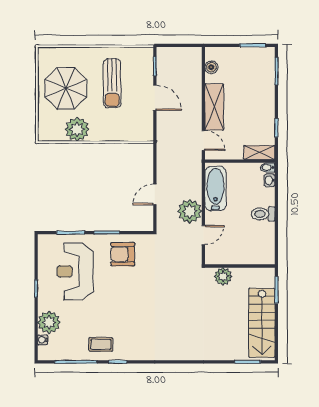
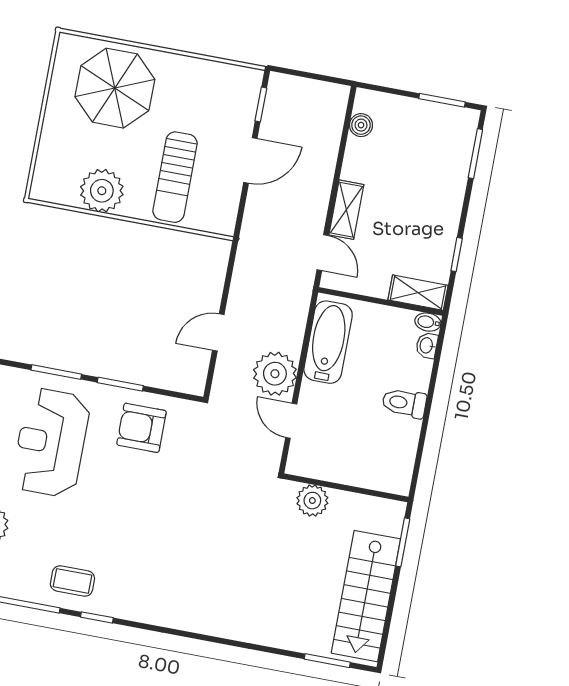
sun lounger: (112, 83) -> (175, 177), moved
parasol: (66, 88) -> (115, 88), moved
door: (155, 98) -> (250, 161), hinge flipped
shelving: (214, 107) -> (346, 210), width x0.67, depth x0.75
door: (203, 235) -> (291, 421), swing flipped

